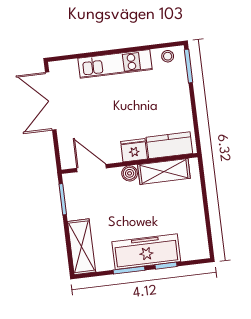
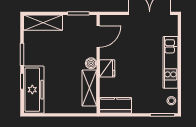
kitchen counter: (169, 145) -> (116, 105), moved, turned -90
freezer: (146, 252) -> (34, 90), moved

